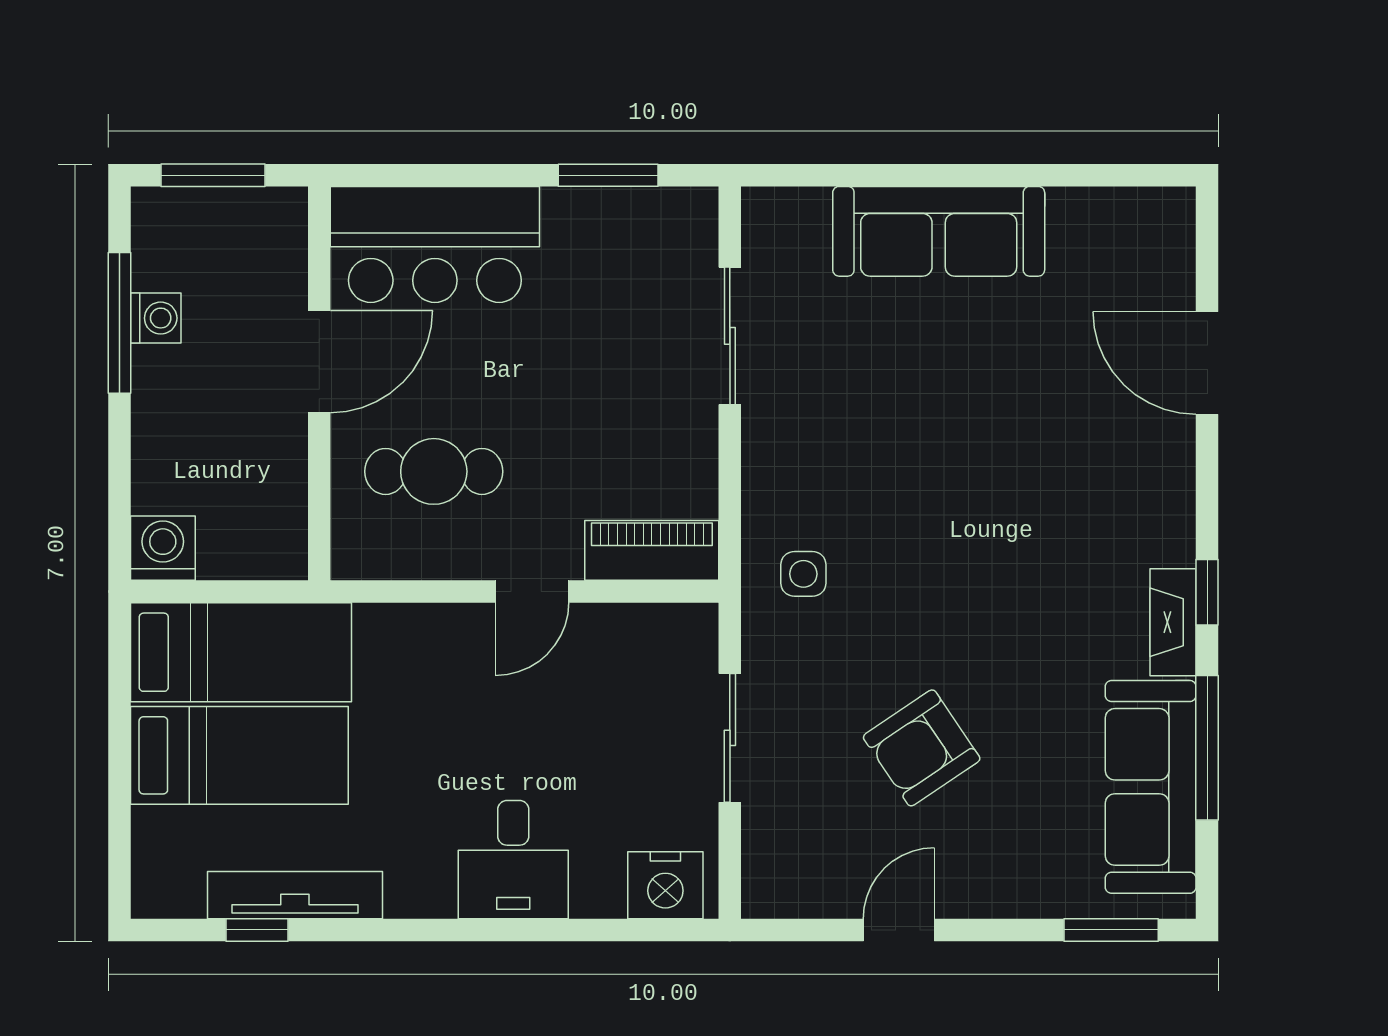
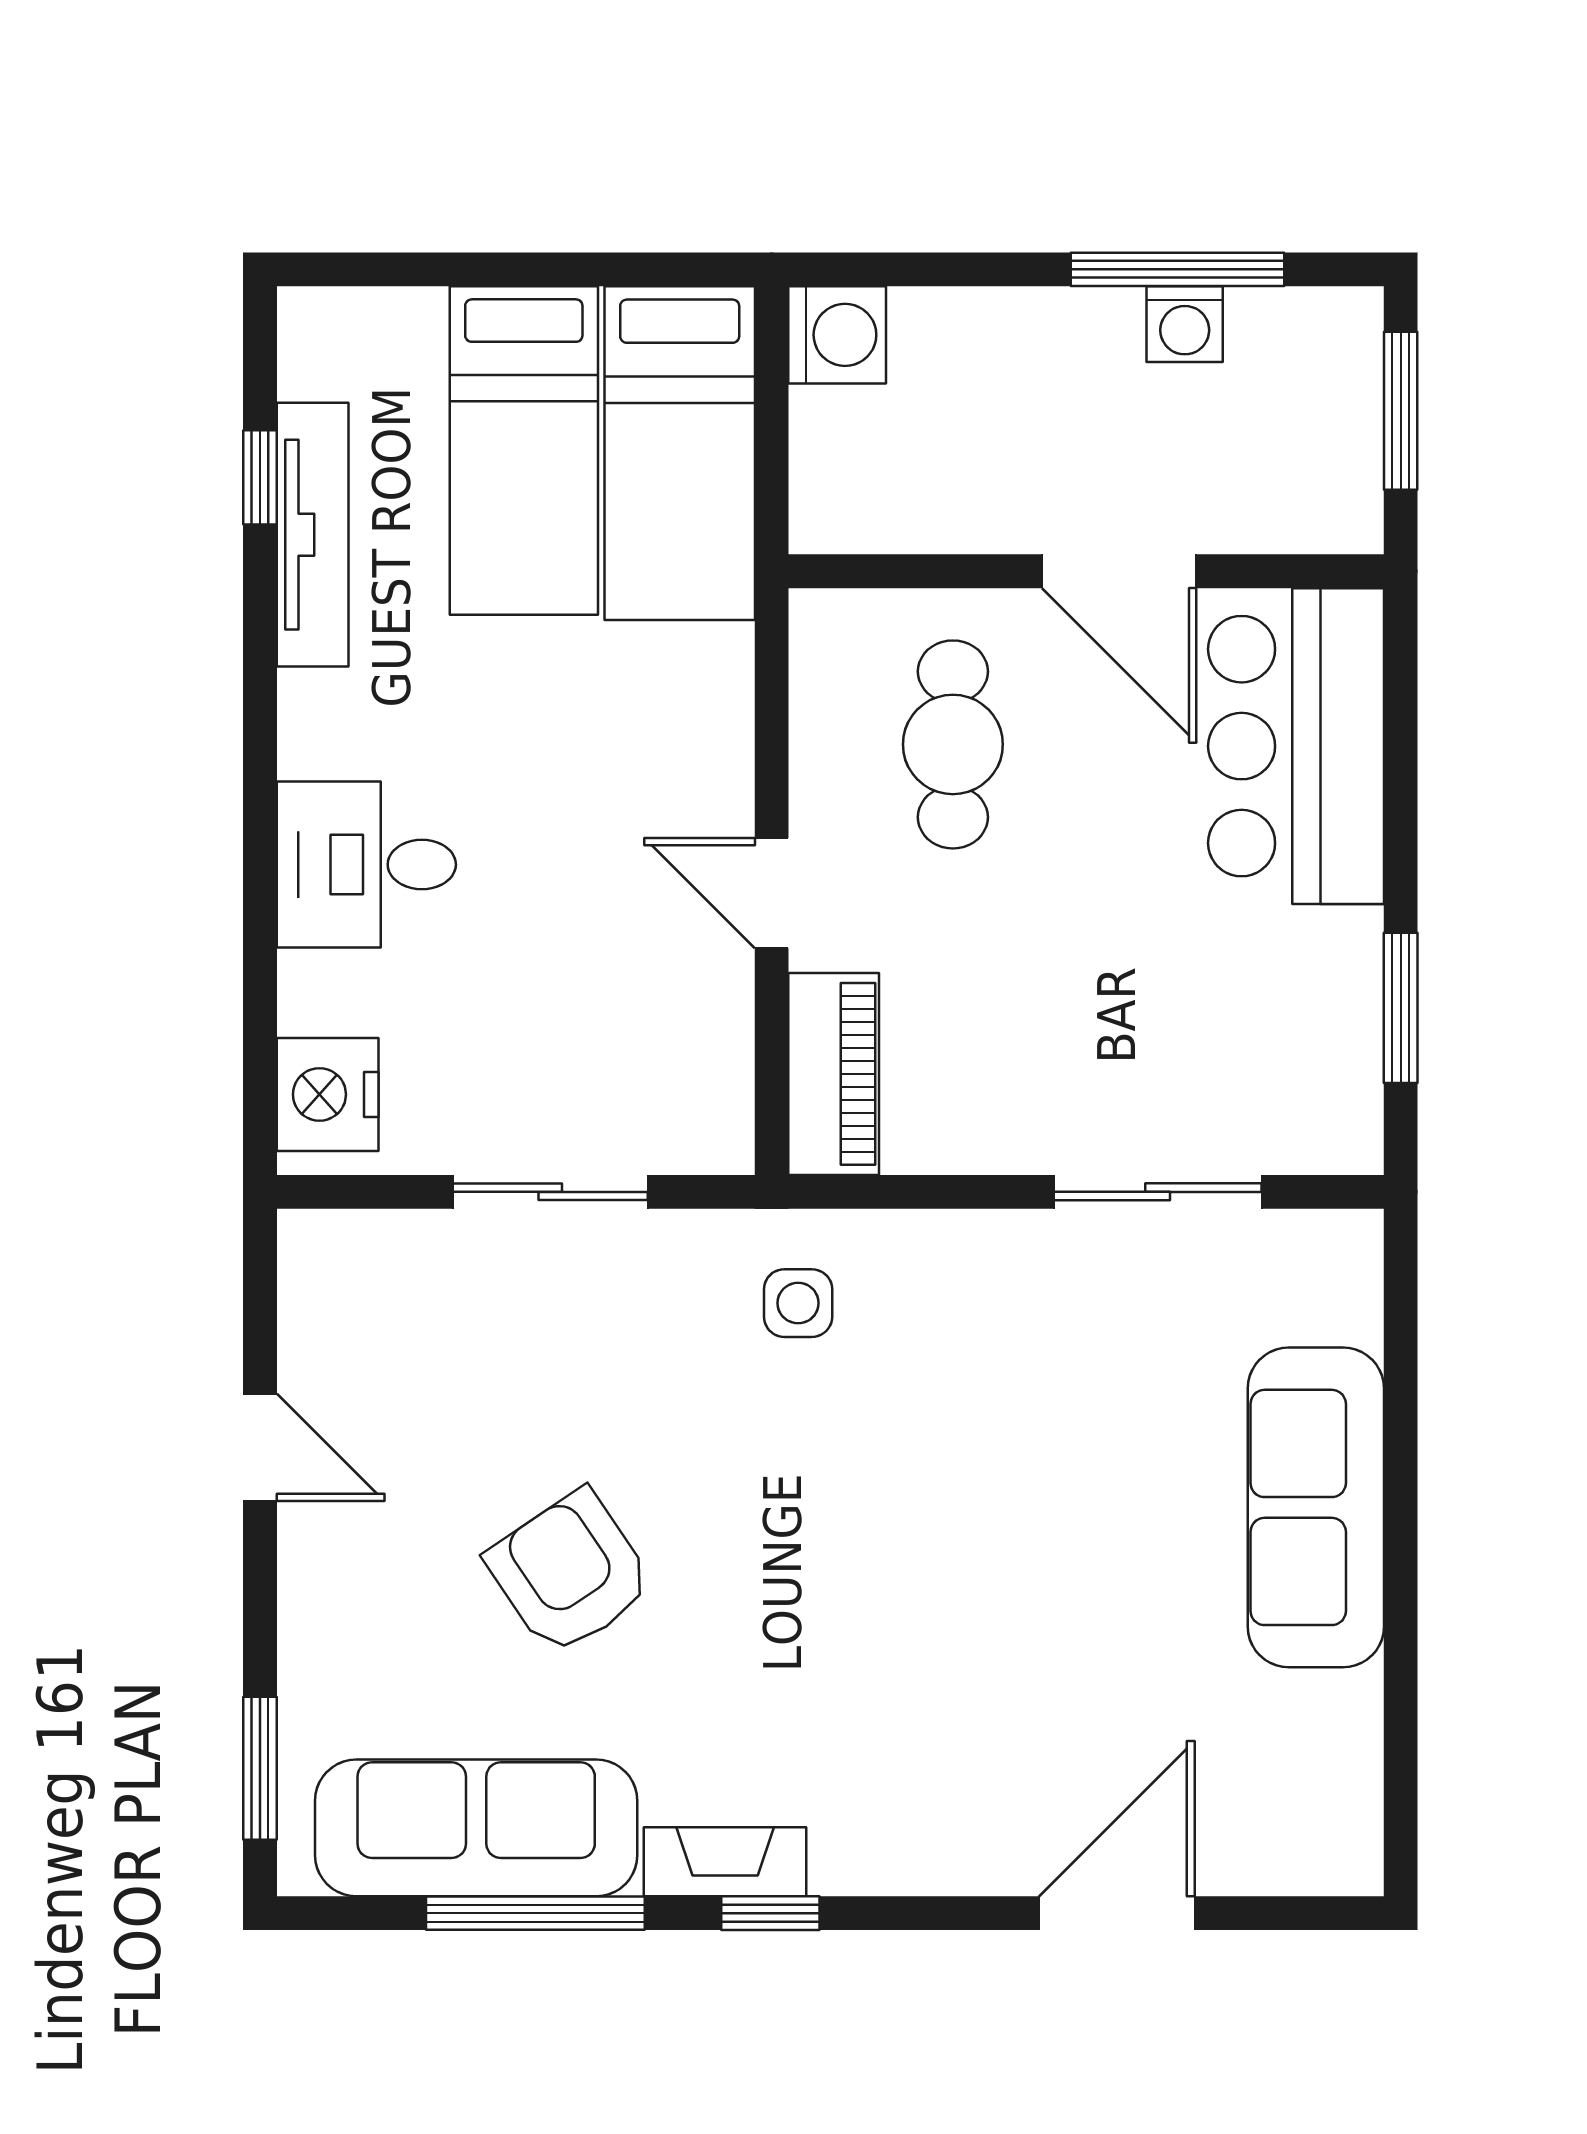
armchair: (922, 748) -> (570, 1573), moved

